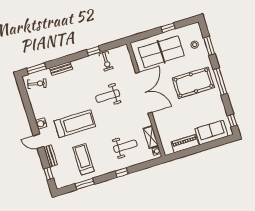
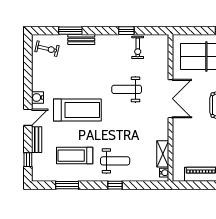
window: (36, 69) -> (70, 31), moved
double door: (144, 93) -> (171, 99), width x0.73
door: (39, 141) -> (28, 117), swing flipped
weight bench: (125, 146) -> (115, 161), moved
treadmill: (84, 159) -> (75, 156), turned -90

